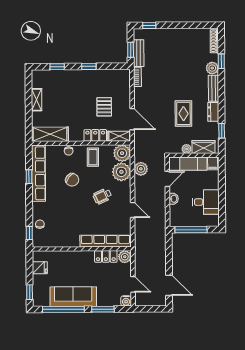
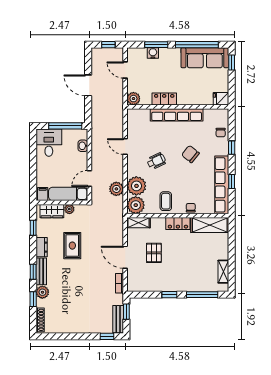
bench: (139, 53) -> (118, 319), moved
window: (57, 67) -> (202, 295), width x2.17
window: (221, 88) -> (33, 272), added
shelving: (37, 100) -> (223, 272), moved
door: (132, 119) -> (125, 257), moved
locker: (95, 135) -> (178, 224), moved
chair: (72, 180) -> (190, 154), moved
washbasin: (174, 199) -> (83, 146), moved
desk: (206, 202) -> (49, 143), moved, turned 90
window: (29, 233) -> (232, 148), moved
row of seats: (105, 241) -> (177, 115), moved
locker: (106, 256) -> (164, 99), moved
fridge: (40, 268) -> (221, 99), moved
door: (169, 285) -> (88, 85), moved
sofa: (73, 297) -> (205, 58), moved
water cooler: (126, 301) -> (153, 53), moved
window: (149, 309) -> (108, 45), added

